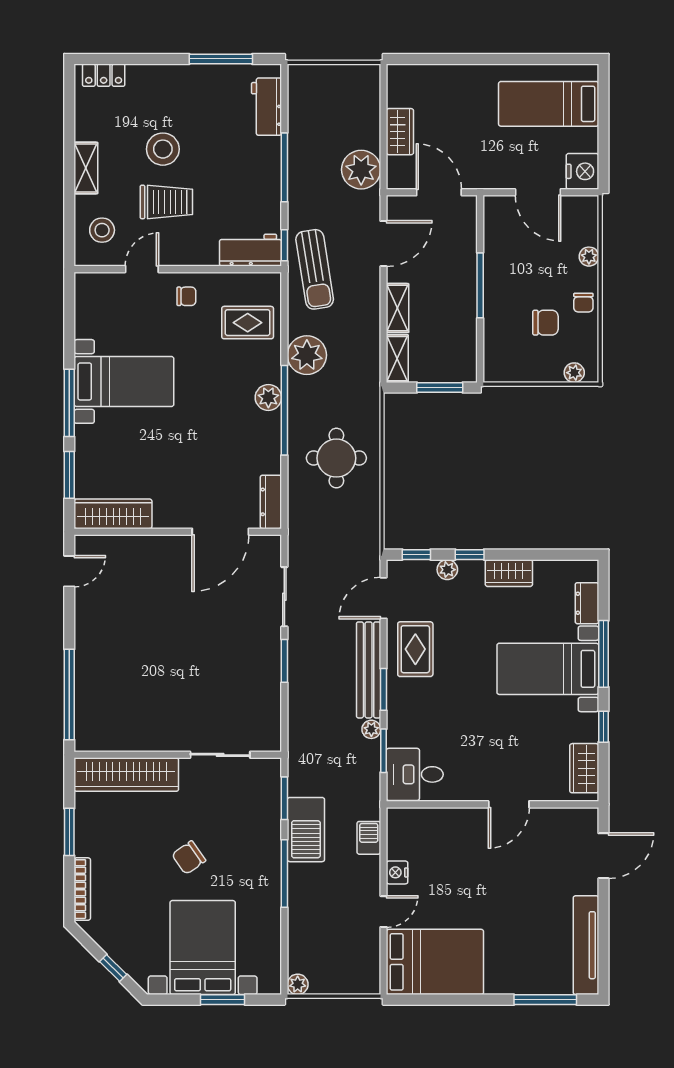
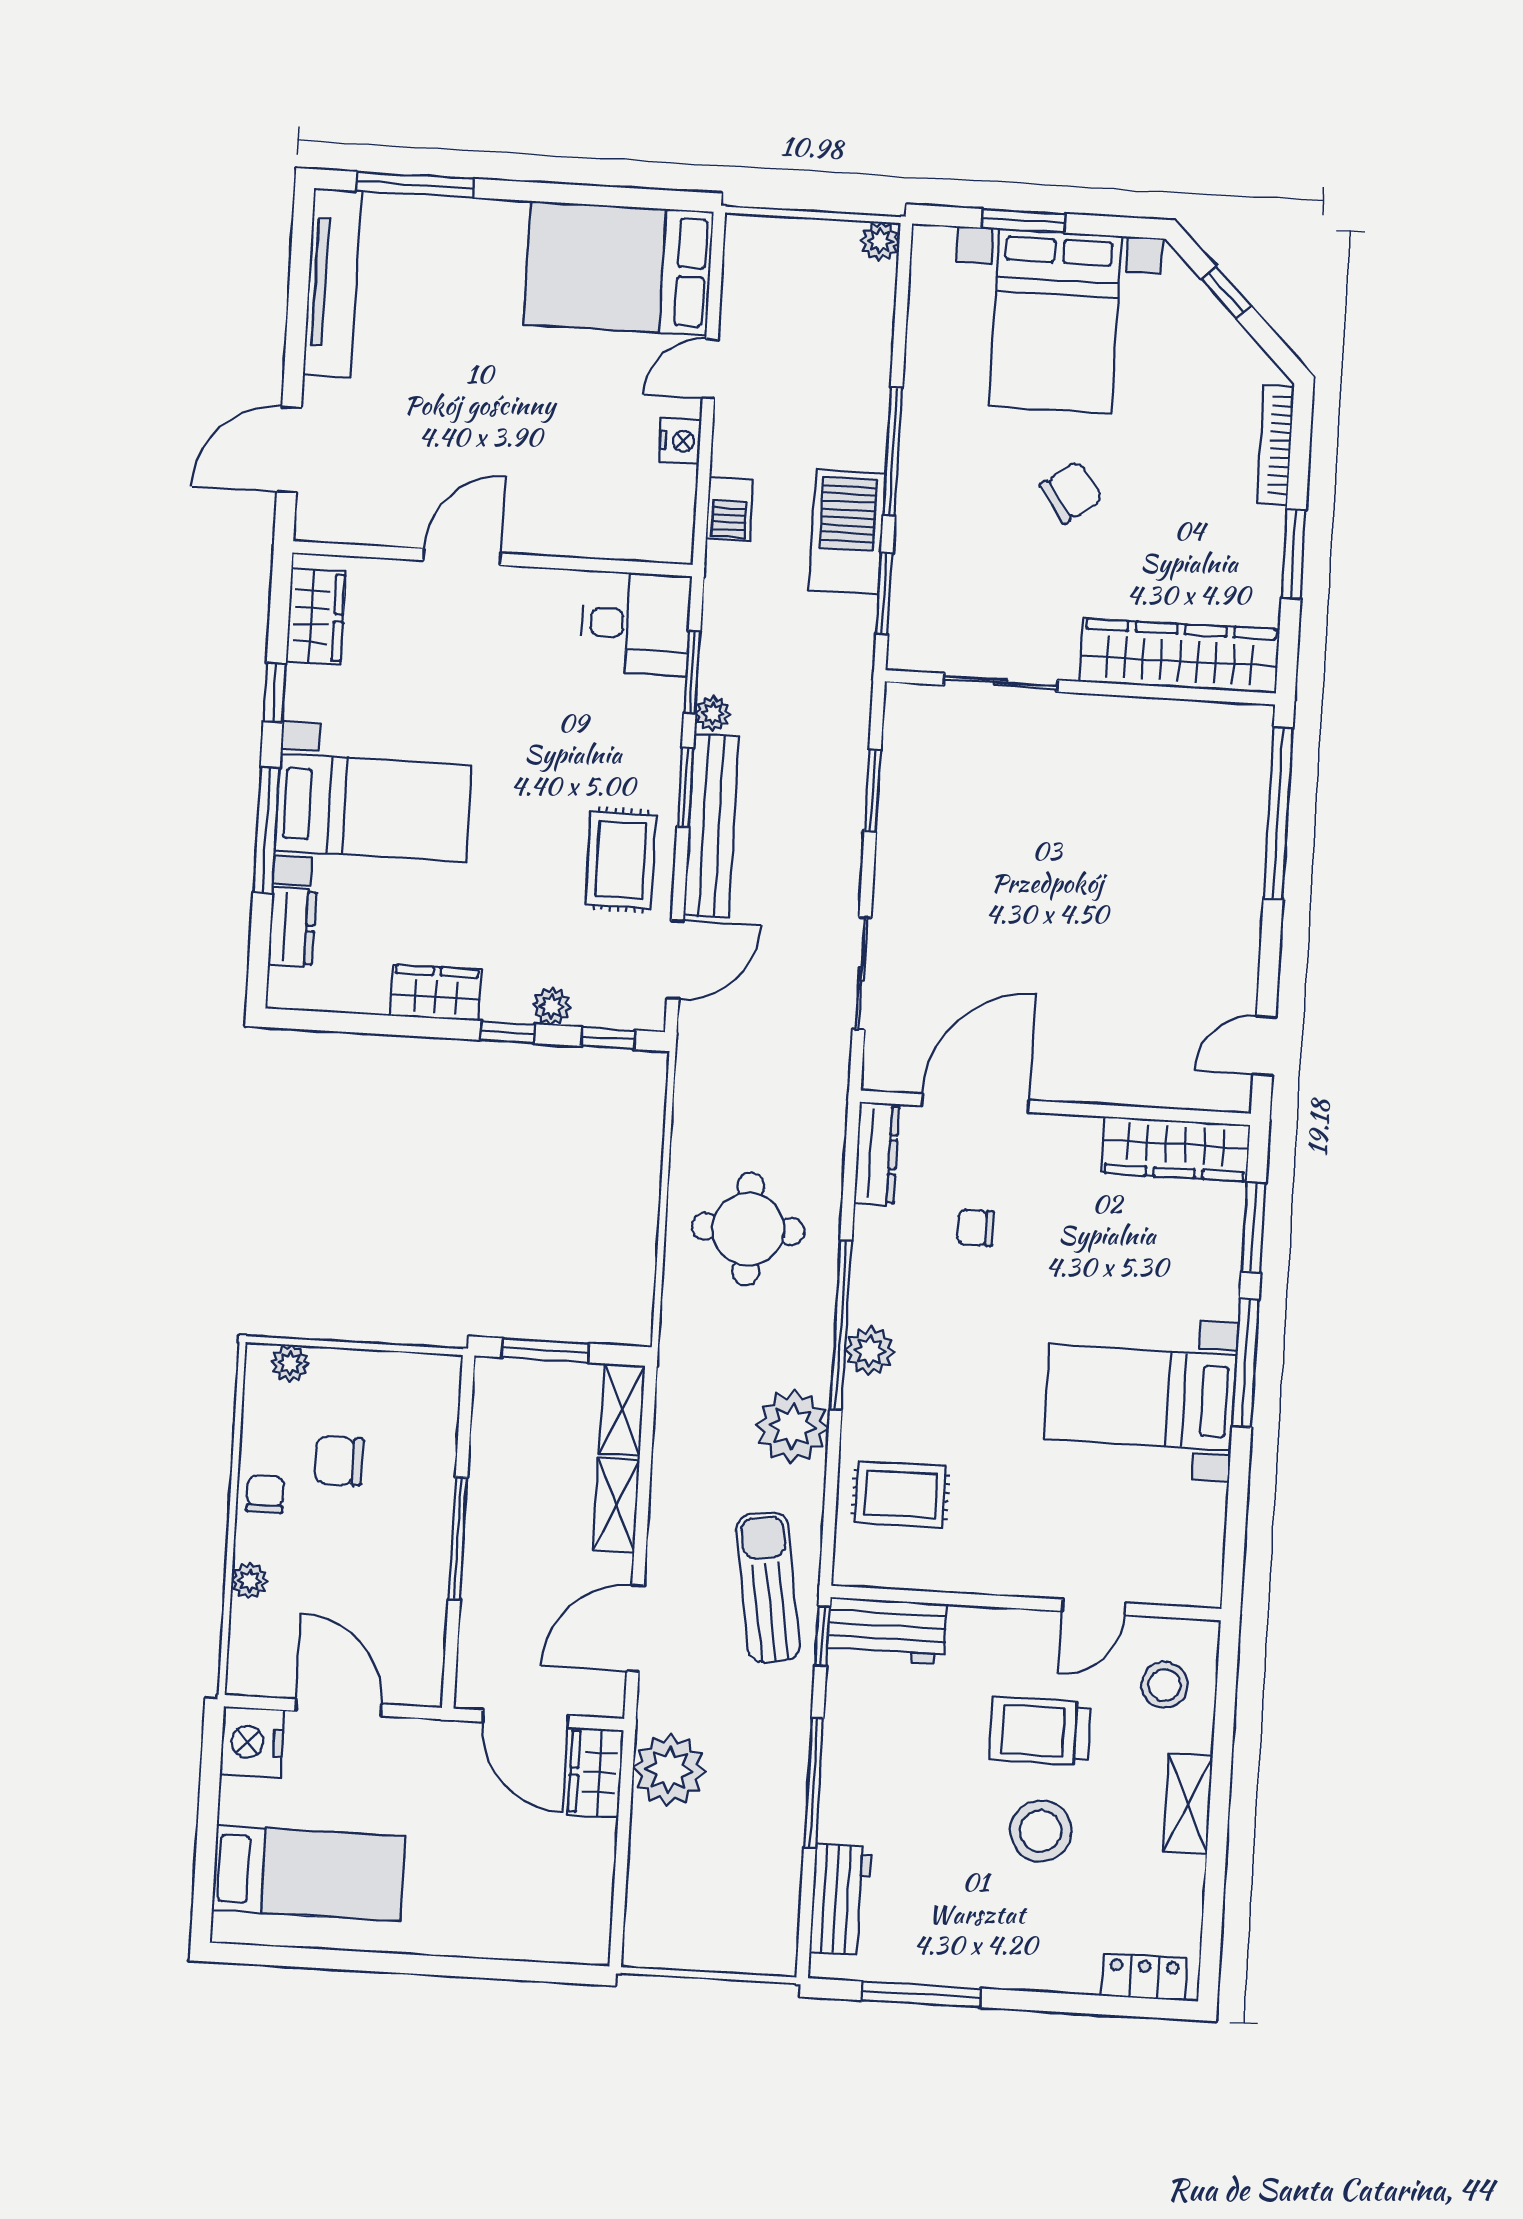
wardrobe: (400, 132) -> (596, 1772), moved
chair: (186, 296) -> (975, 1228), moved
window: (284, 661) -> (873, 791), moved

